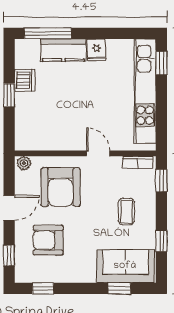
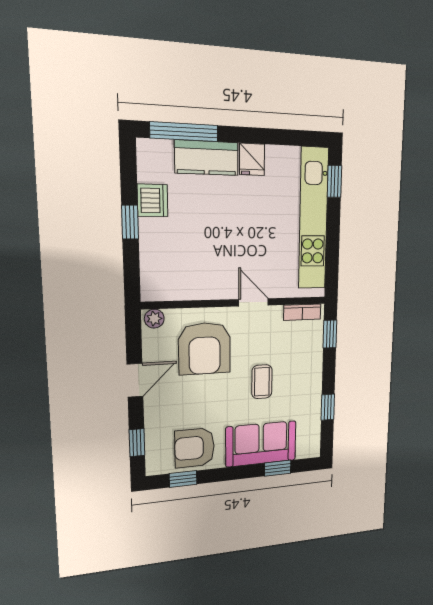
coffee table: (126, 212) -> (262, 382), moved
armchair: (48, 240) -> (195, 448), moved
sofa: (125, 266) -> (261, 444), moved

